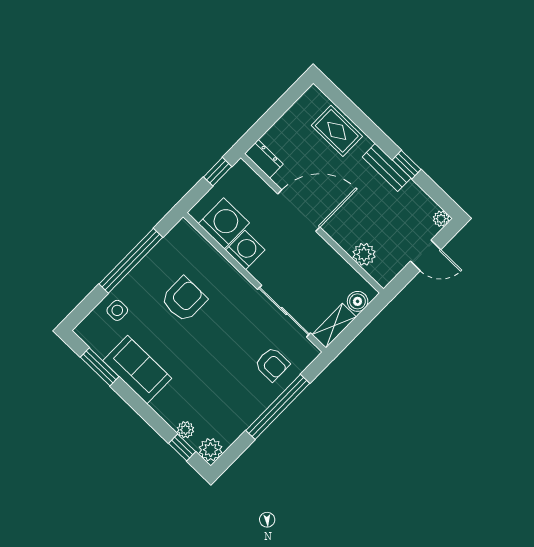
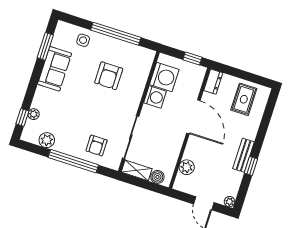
rug: (337, 131) -> (244, 99), moved
armchair: (184, 299) -> (109, 76), turned 90
plant: (211, 450) -> (47, 140), moved

